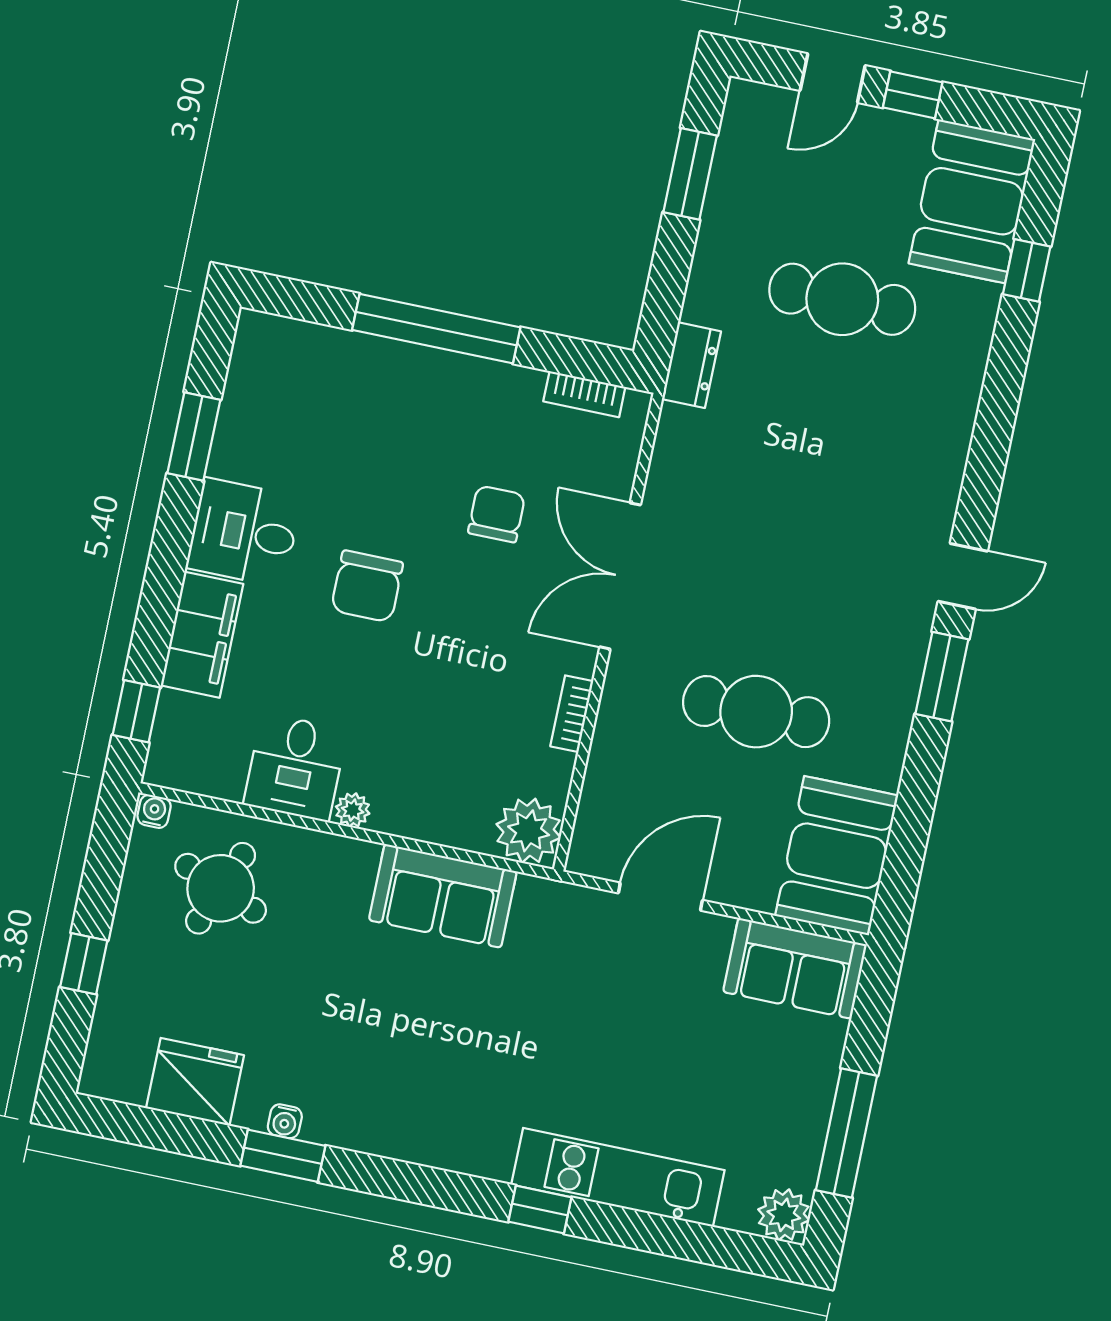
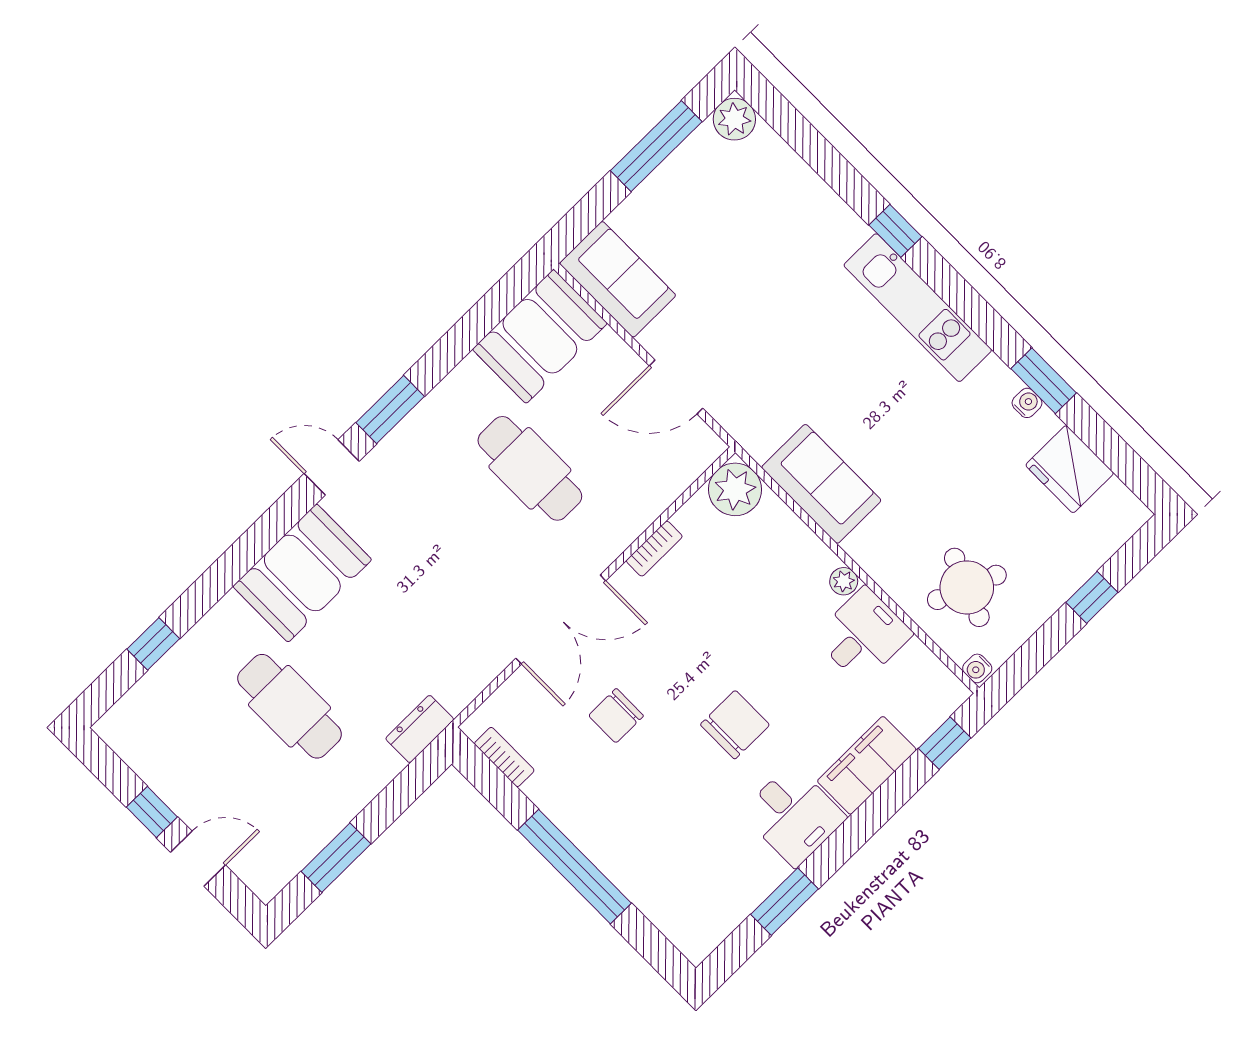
booth: (972, 201) -> (302, 573), moved
kitchen unit: (618, 1177) -> (918, 308), moved

